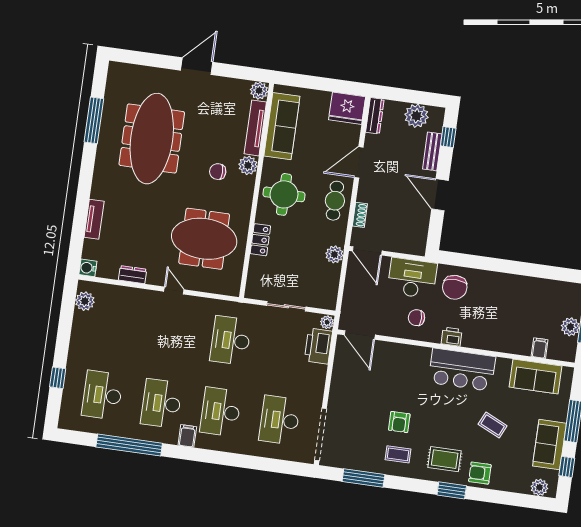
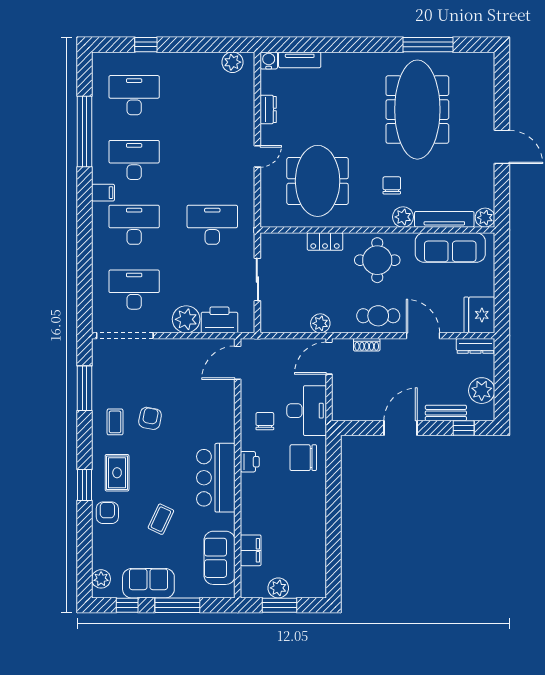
meeting table: (152, 139) -> (417, 110), turned 90
tv unit: (94, 219) -> (300, 60), moved
plant: (327, 322) -> (186, 319), moved, width x1.88, depth x1.88
filing cabinet: (540, 348) -> (251, 550), width x2.00
armchair: (399, 422) -> (150, 418), turned 101

